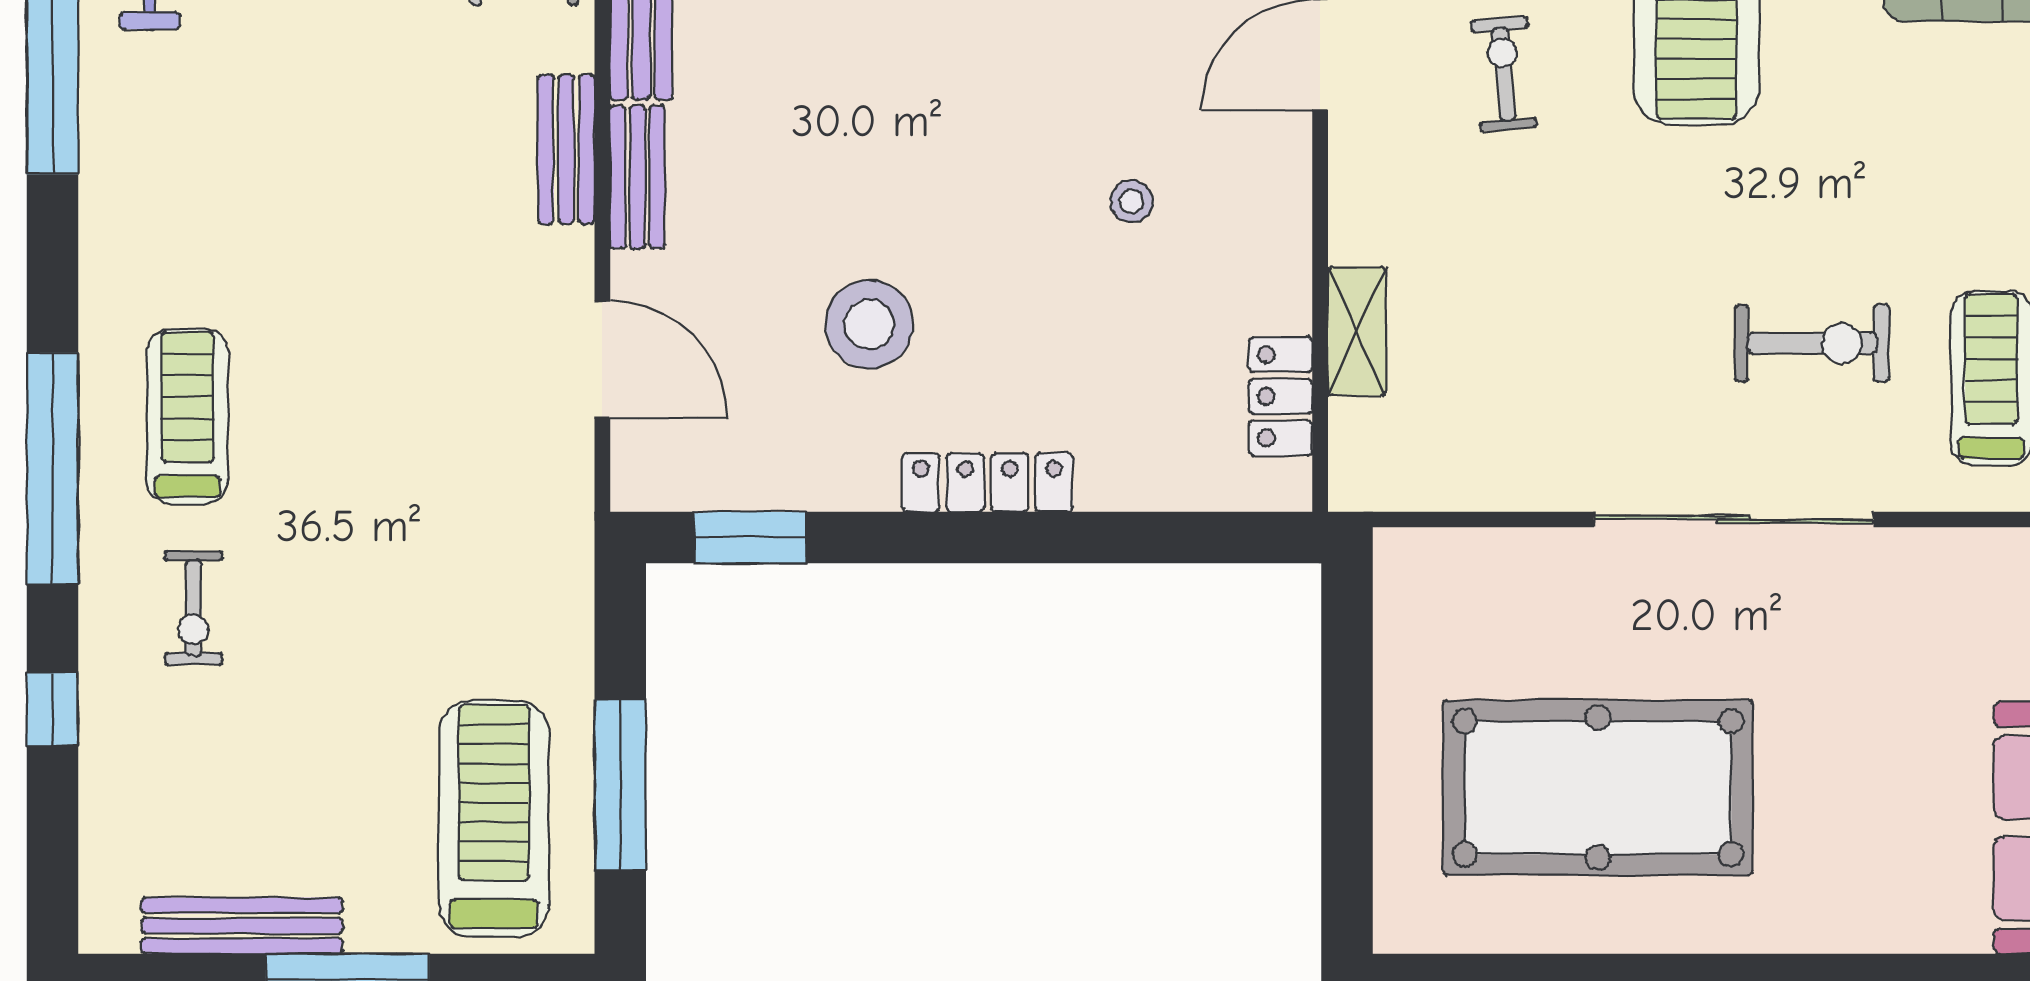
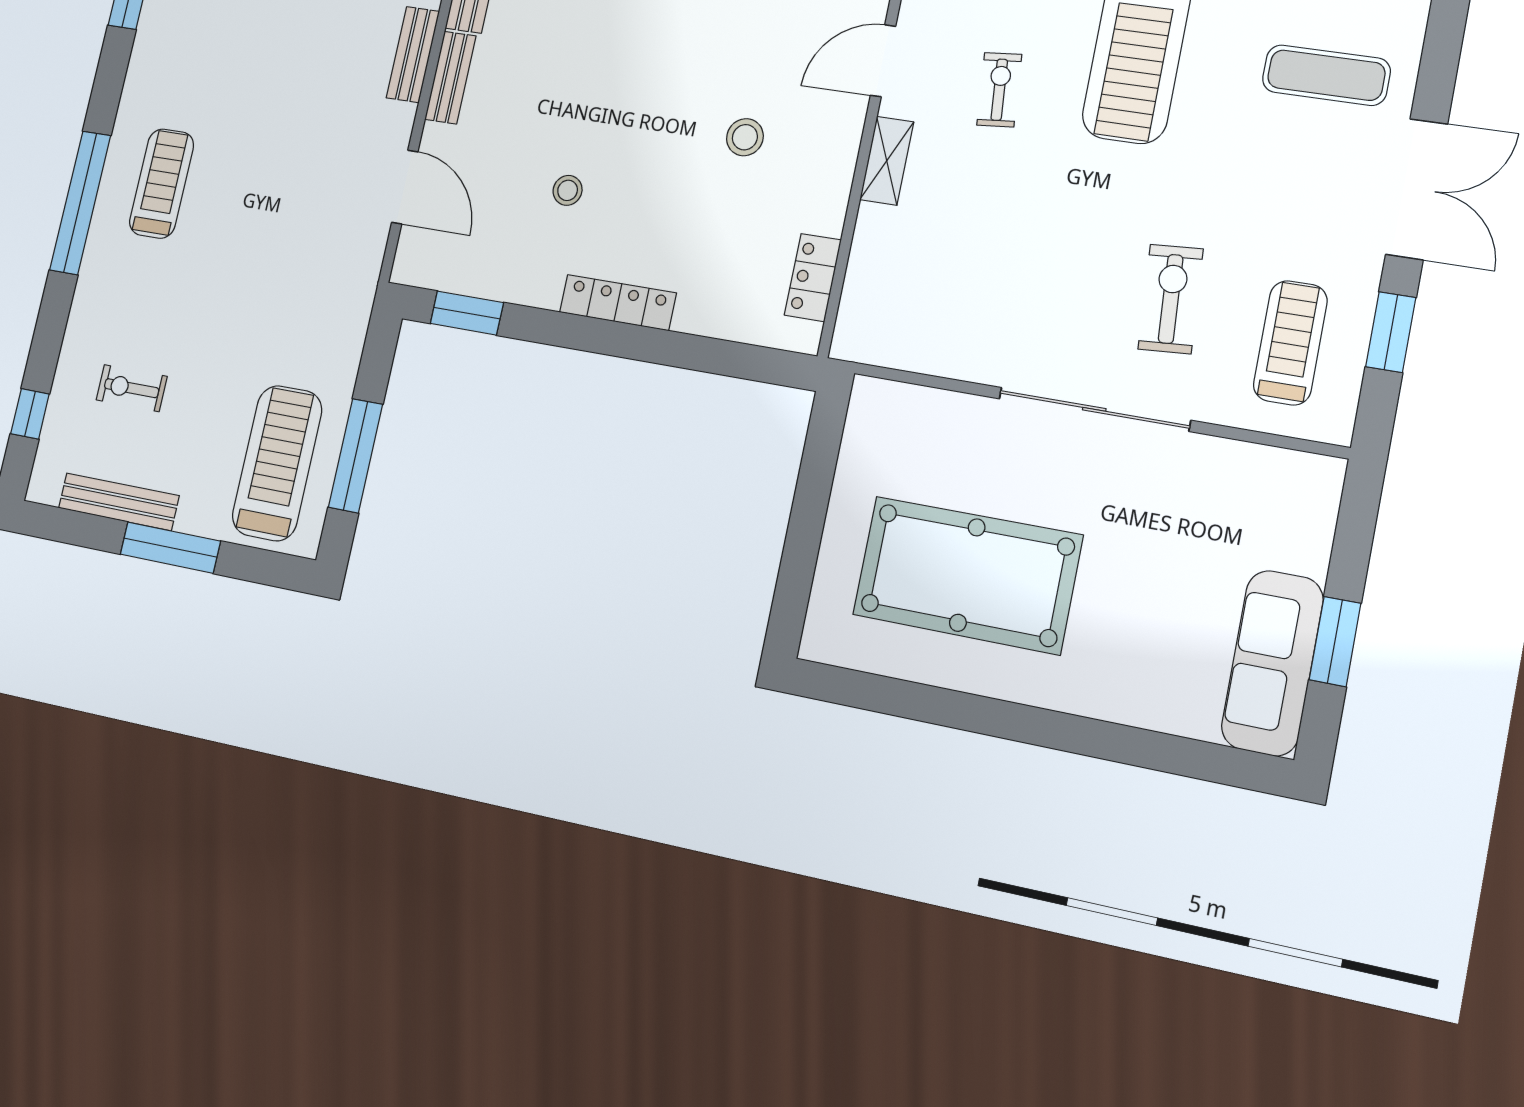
stool: (1132, 201) -> (745, 137), width x1.37, depth x1.37
stool: (869, 324) -> (568, 190), width x0.53, depth x0.53
shelving: (1357, 331) -> (887, 161), moved
exercise bike: (1812, 343) -> (1171, 299), turned -94
exercise bike: (194, 608) -> (132, 388), moved, turned 90
window: (53, 709) -> (30, 414), moved

